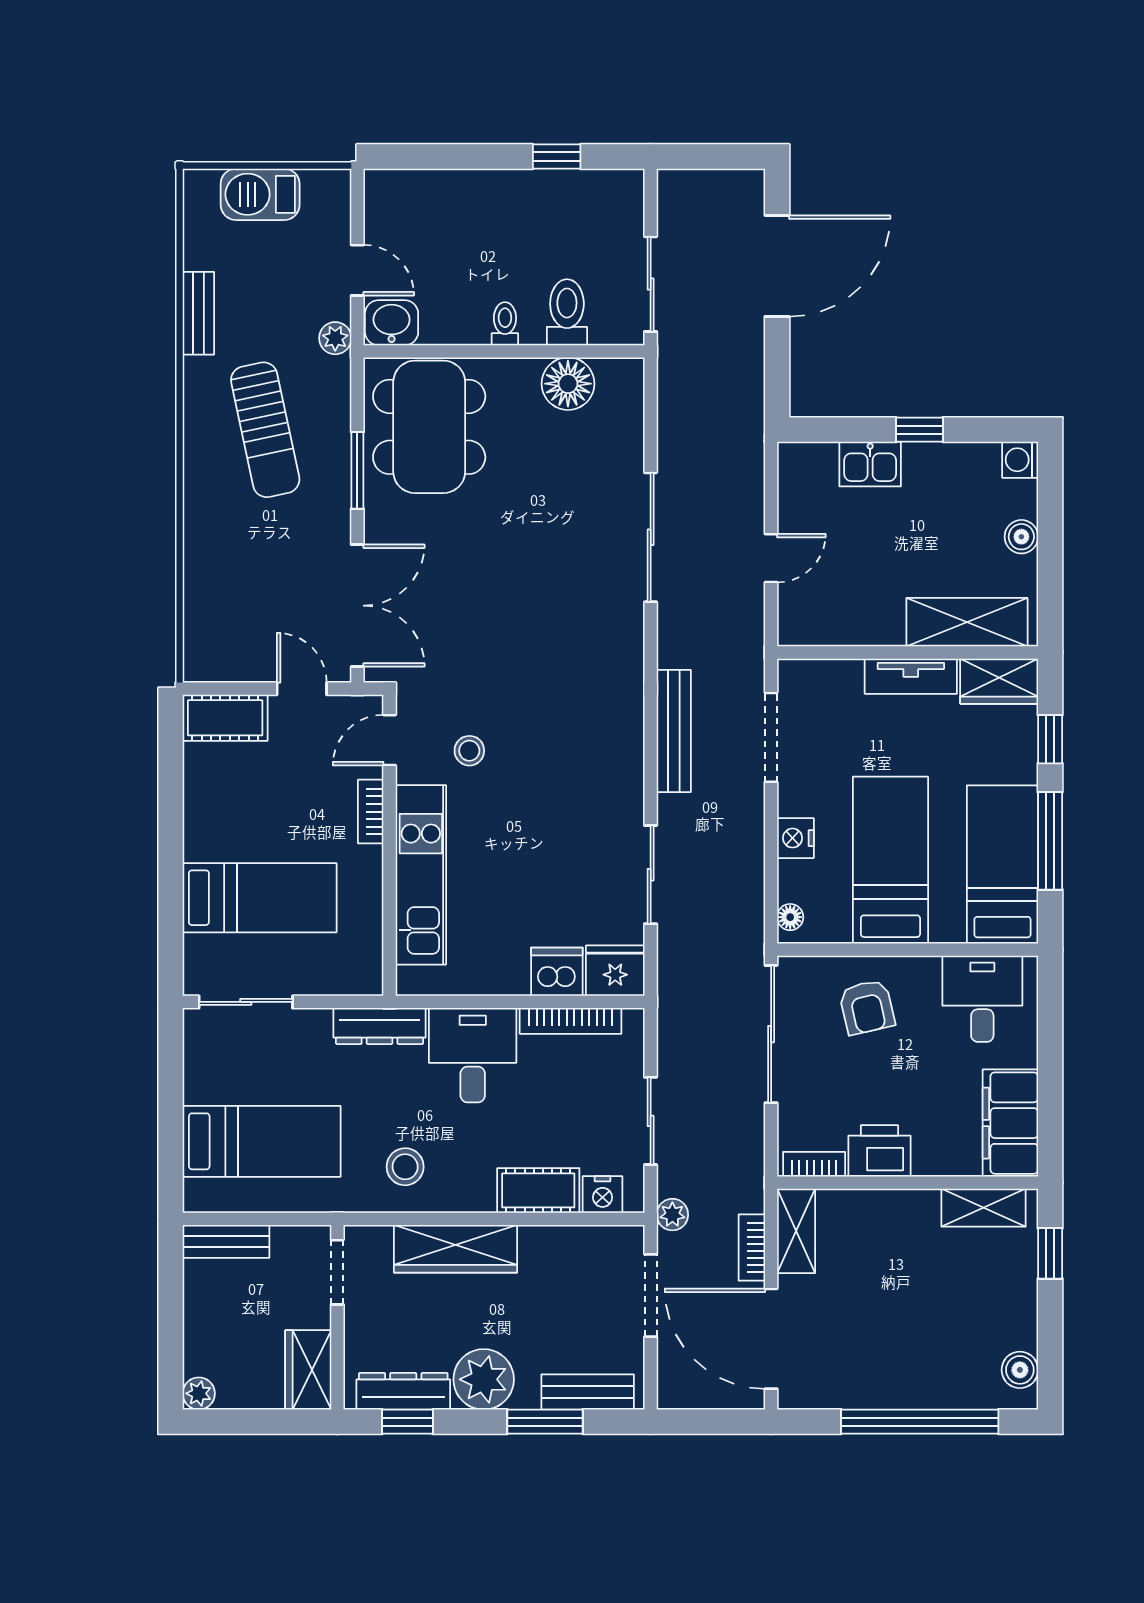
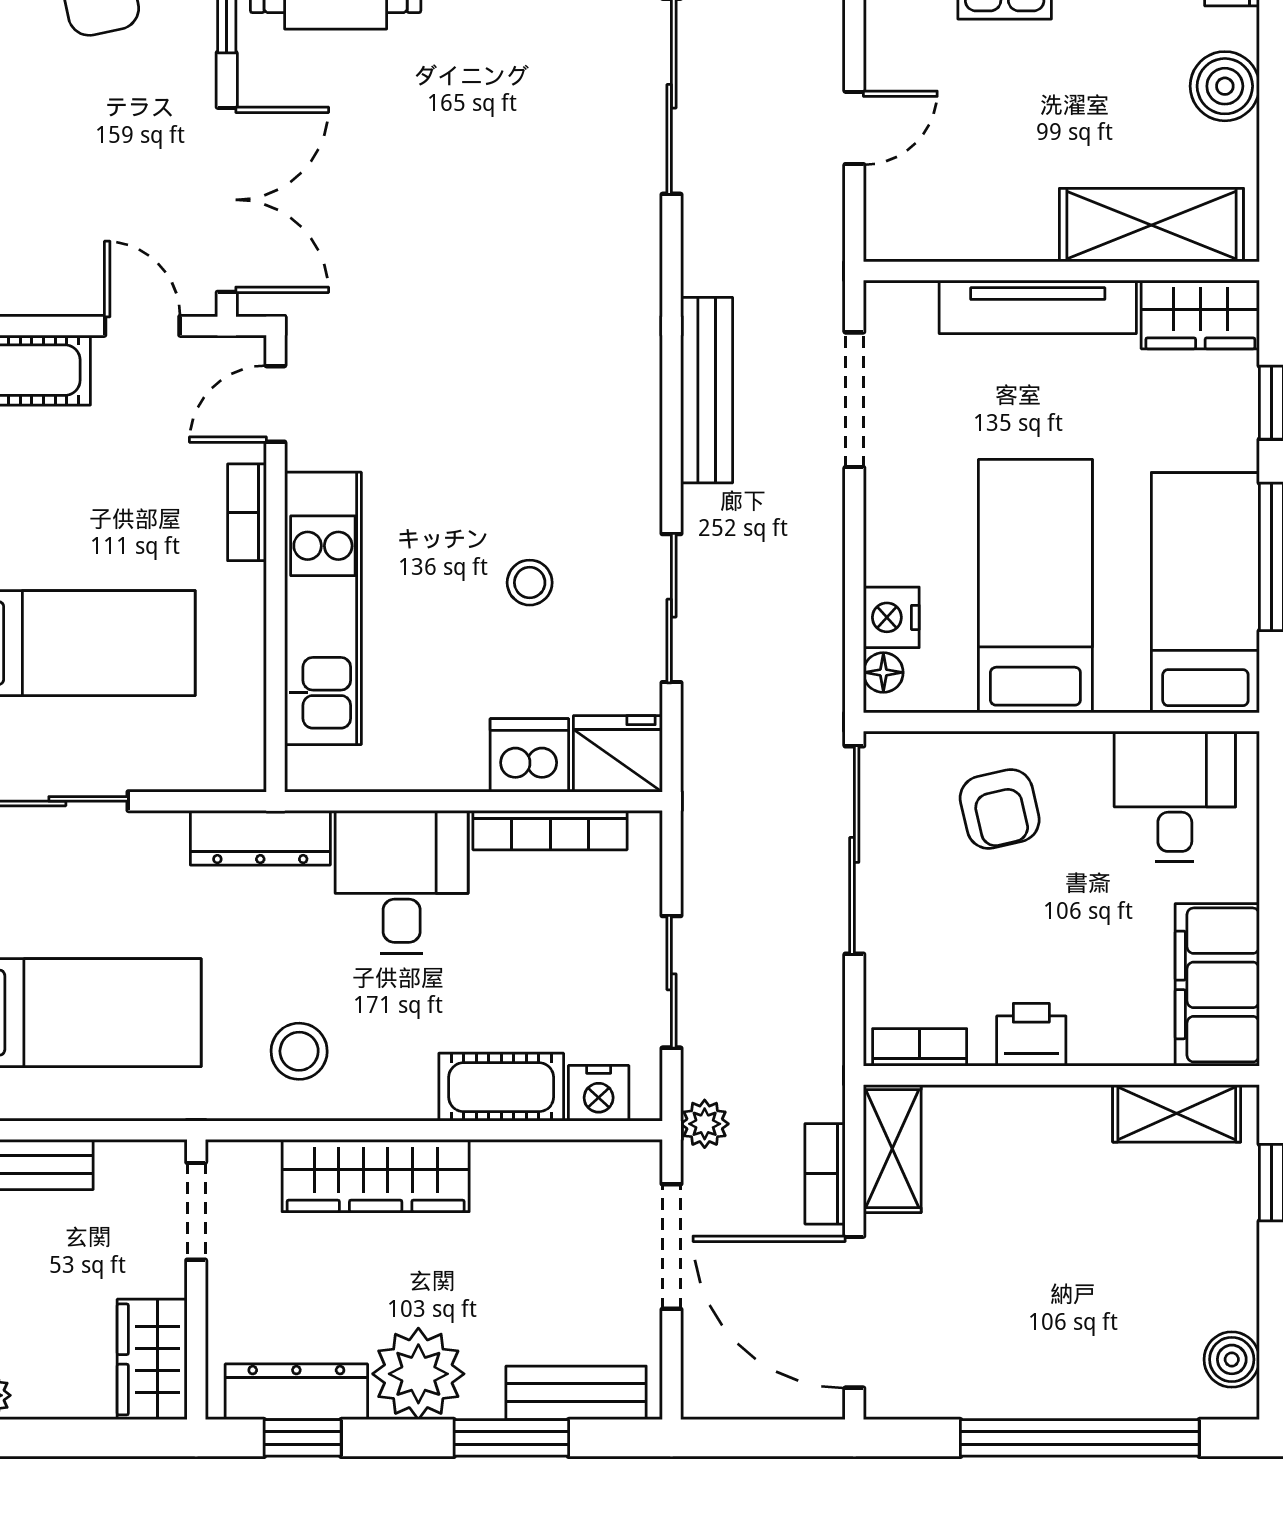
boiler: (1021, 537) -> (1225, 86), width x1.36, depth x1.36
tv unit: (911, 676) -> (1038, 307), width x1.41
stool: (469, 751) -> (530, 583), moved
nightstand: (795, 838) -> (891, 617), moved
printer: (879, 1151) -> (1031, 1035), width x0.73, depth x0.81

